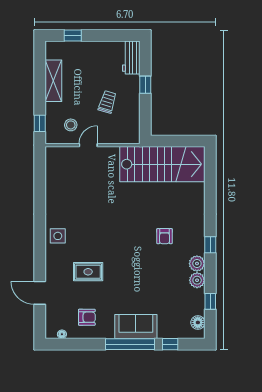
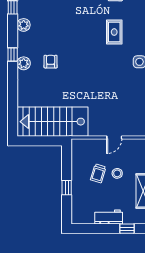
workbench: (131, 57) -> (109, 217), moved, turned -90
stool: (71, 125) -> (117, 173), moved
plant: (197, 263) -> (24, 63), moved
rug: (88, 272) -> (114, 32), turned 90

